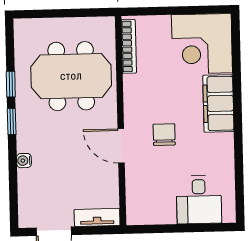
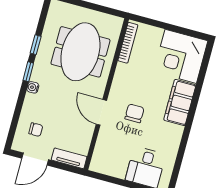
meeting table: (71, 76) -> (80, 52), turned 90
water cooler: (24, 161) -> (33, 87), moved
chair: (43, 193) -> (36, 130), added

